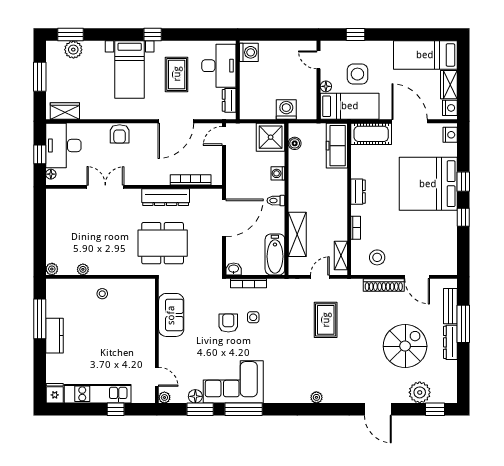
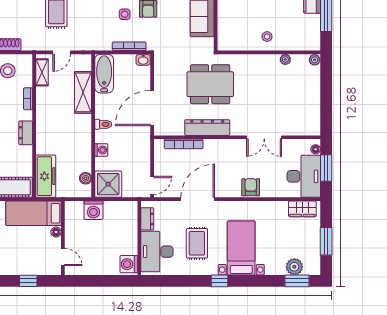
side table: (357, 74) -> (26, 244), removed
window: (40, 154) -> (326, 168), width x1.50

